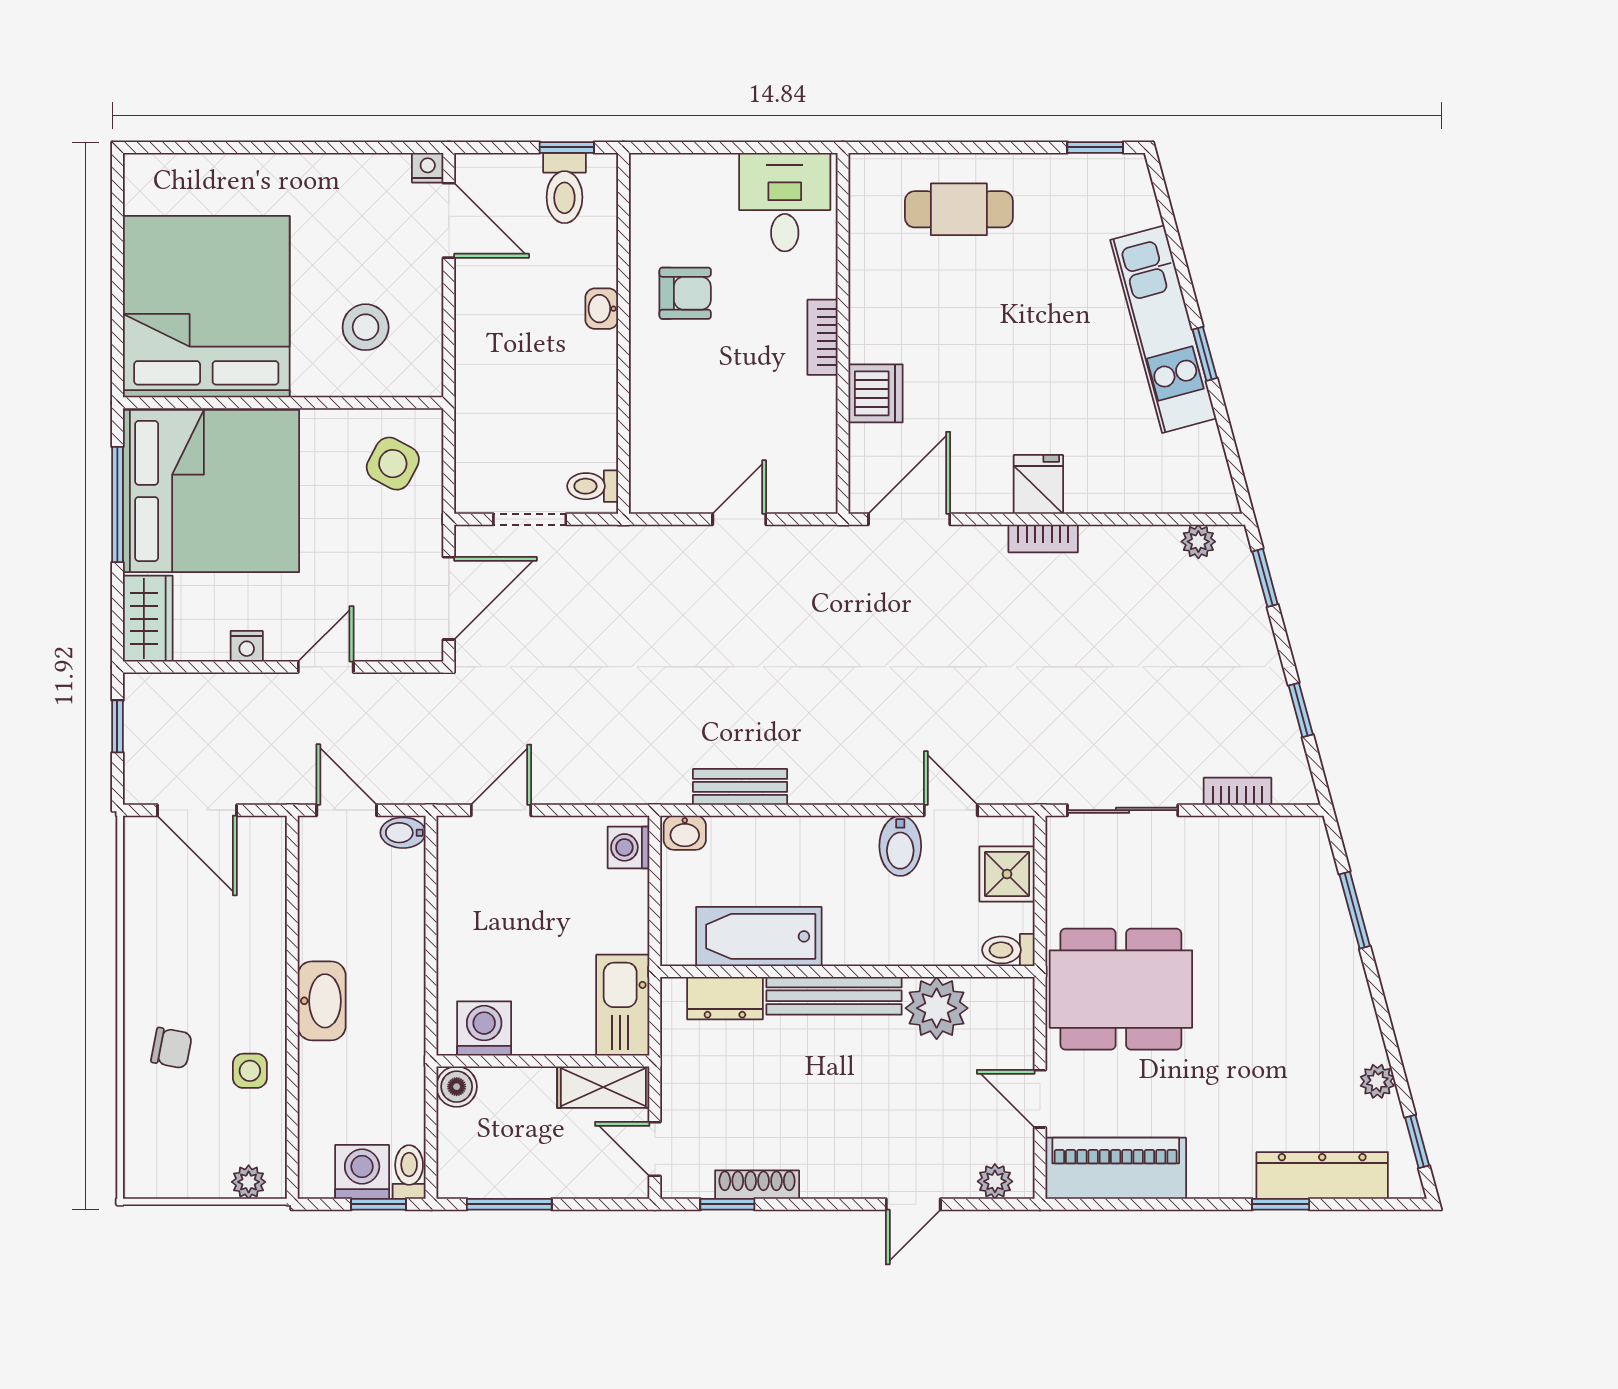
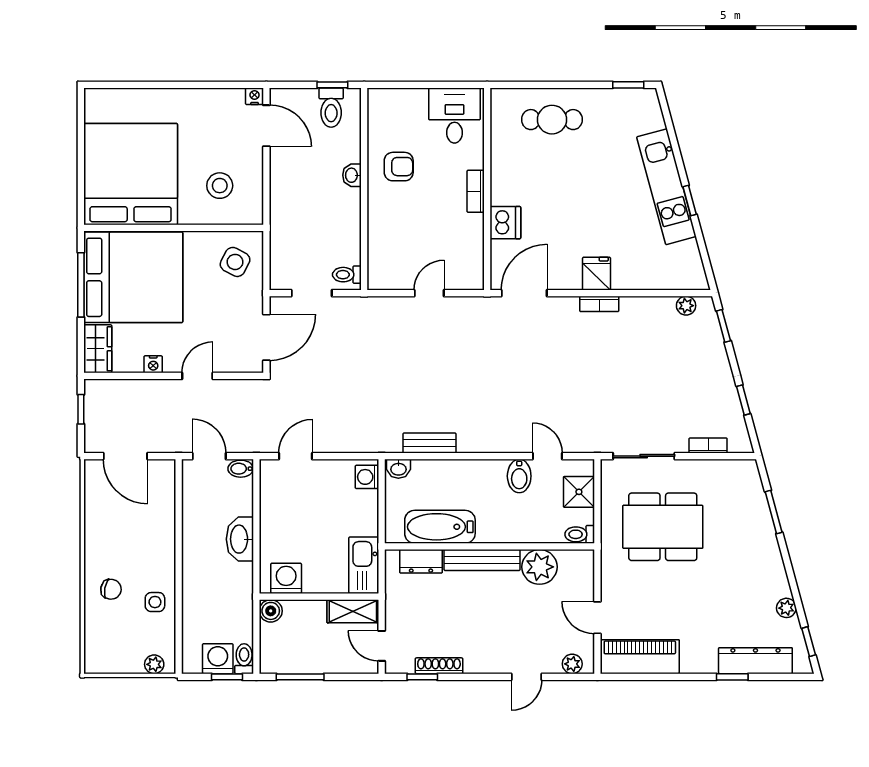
dining table: (1121, 989) -> (663, 527), moved
washbasin: (322, 1001) -> (240, 539), moved, turned 180

